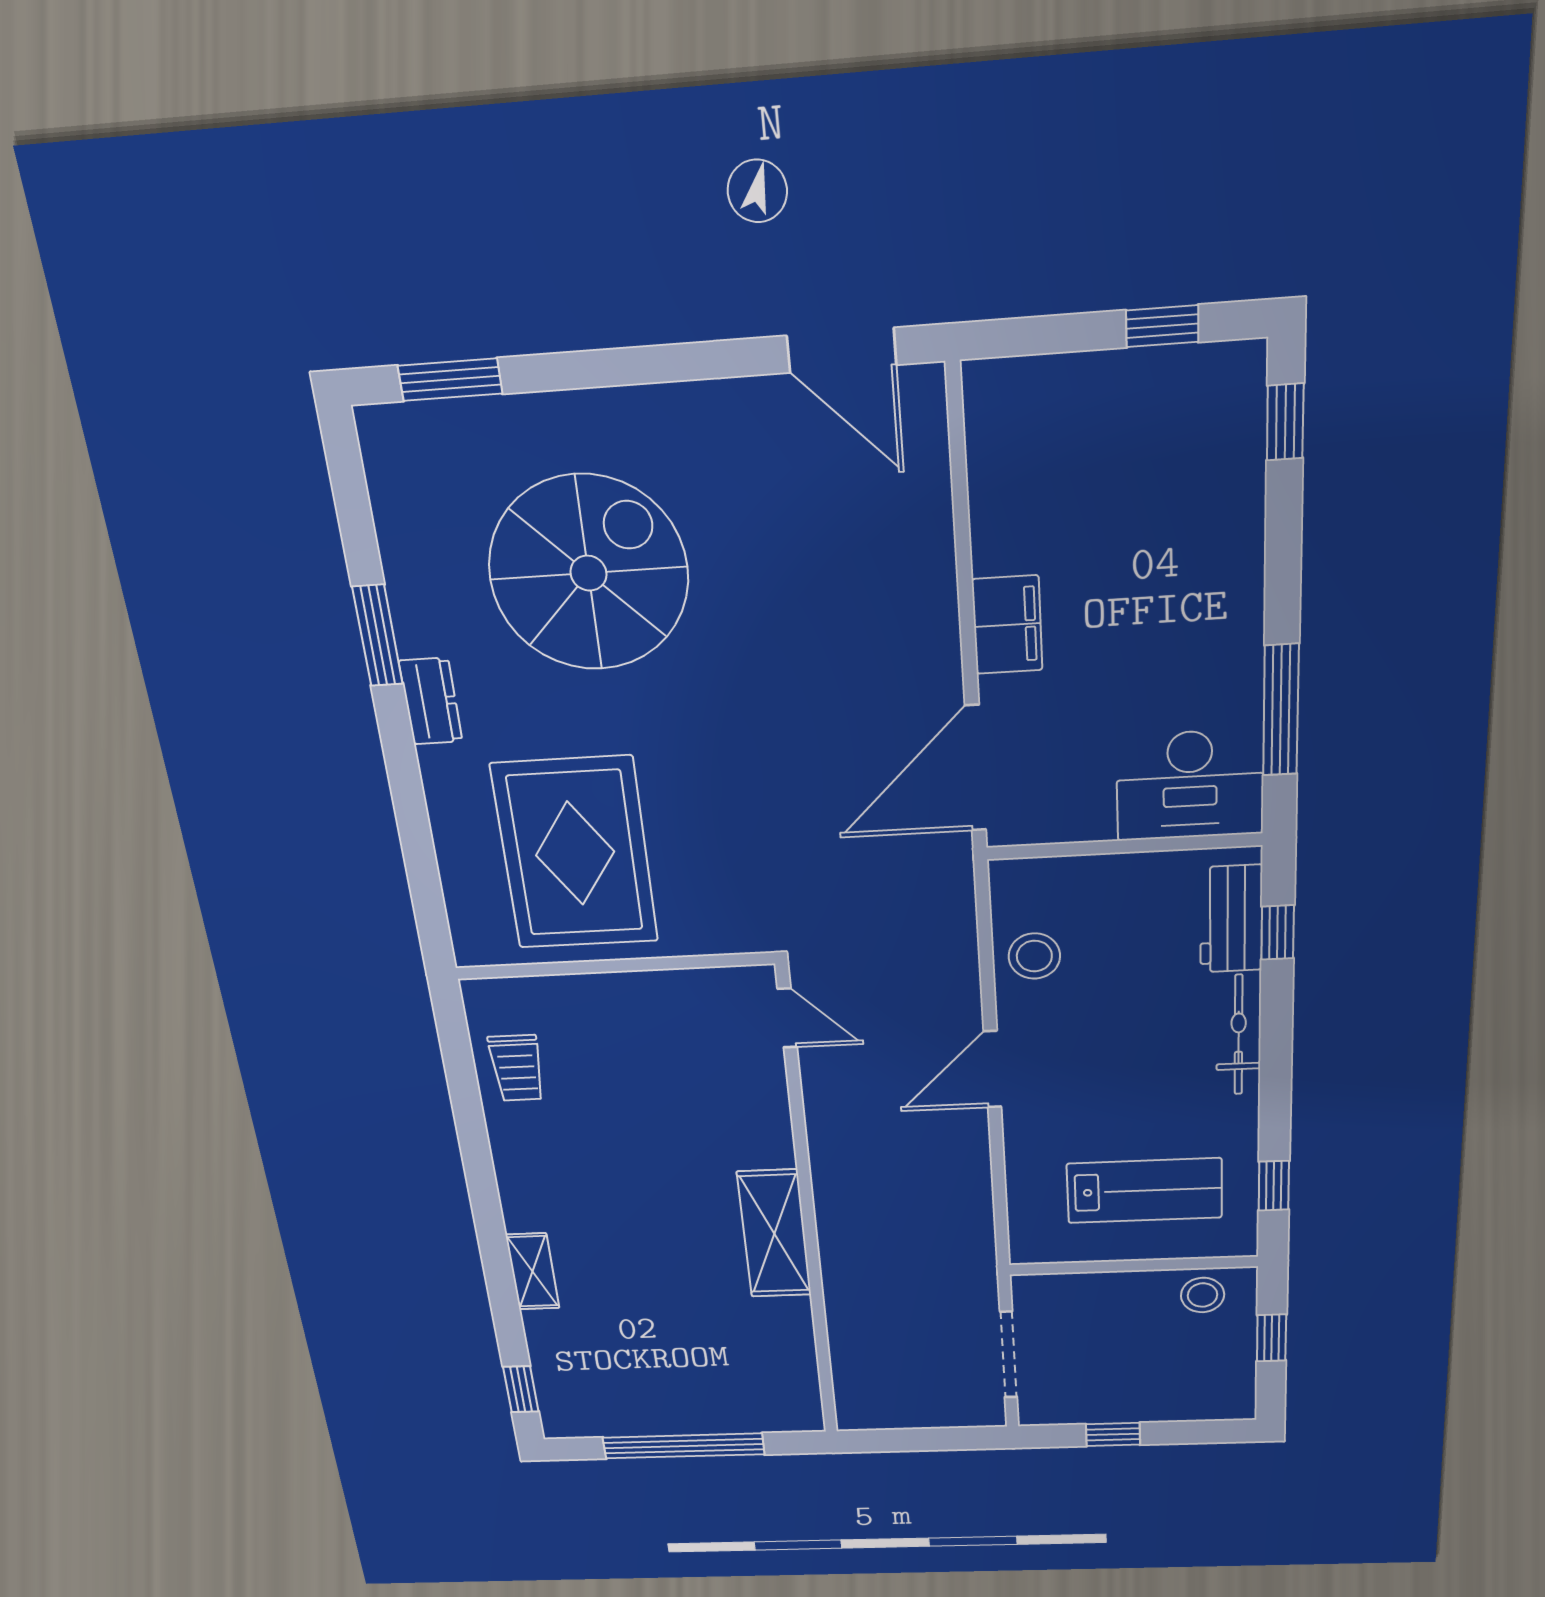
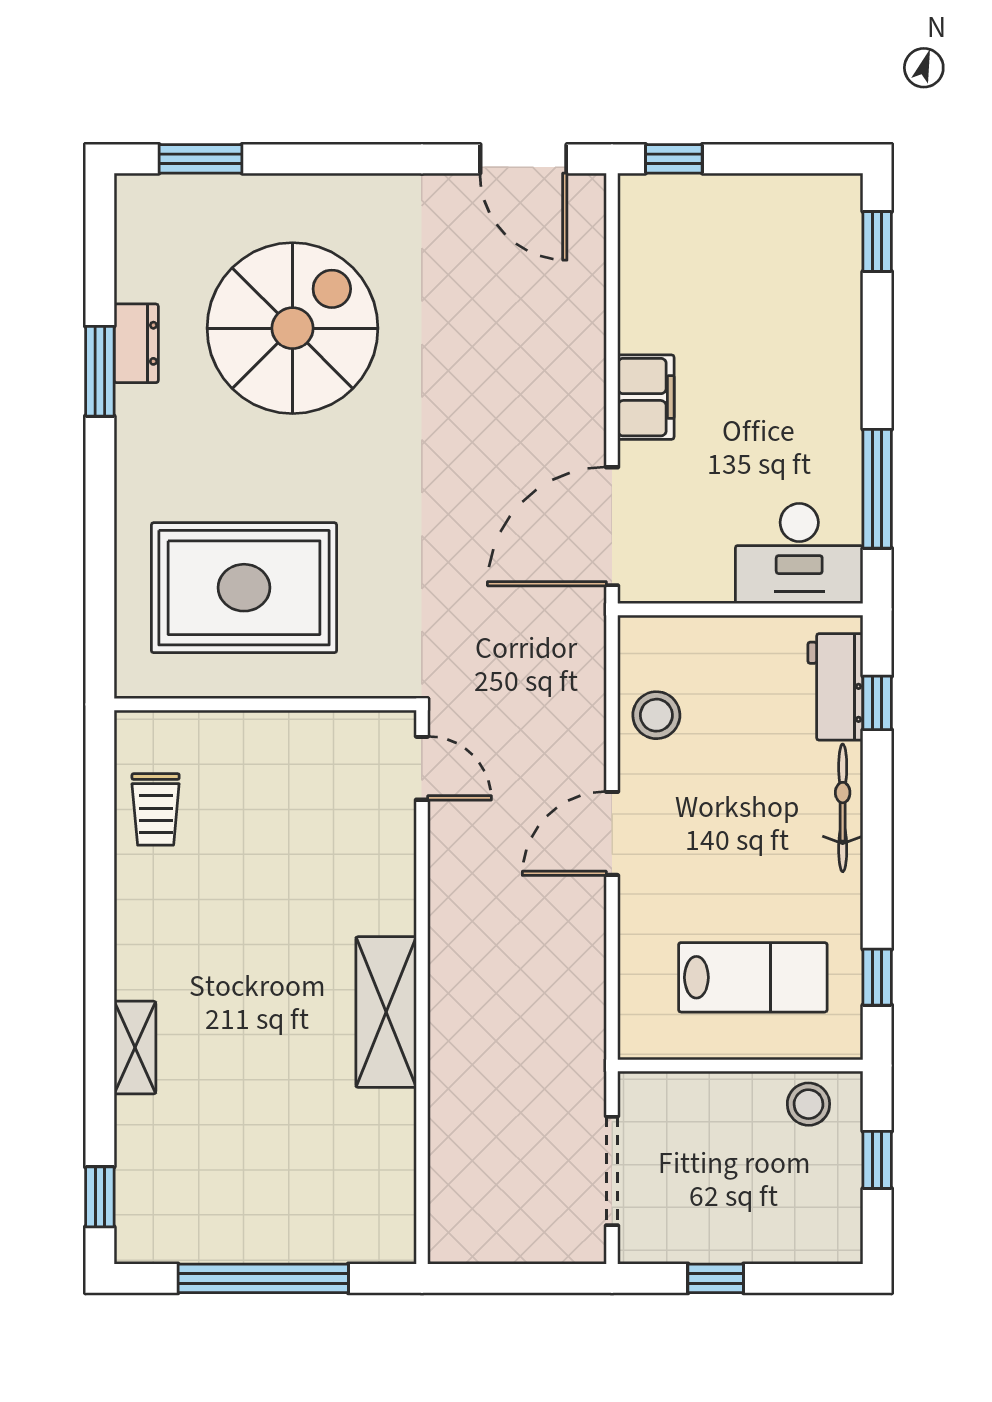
window: (1162, 326) -> (674, 159), moved
dresser: (431, 701) -> (136, 343), moved
rug: (575, 853) -> (244, 588), turned 90

